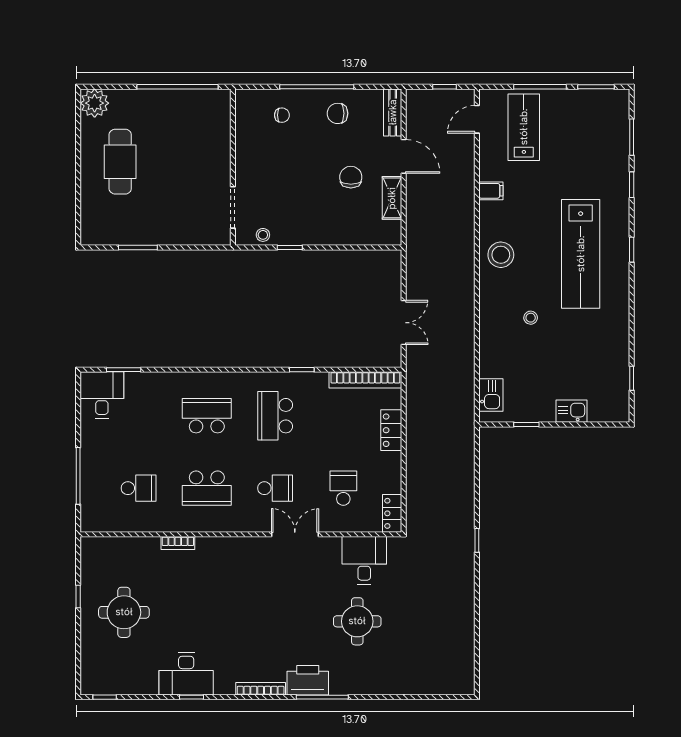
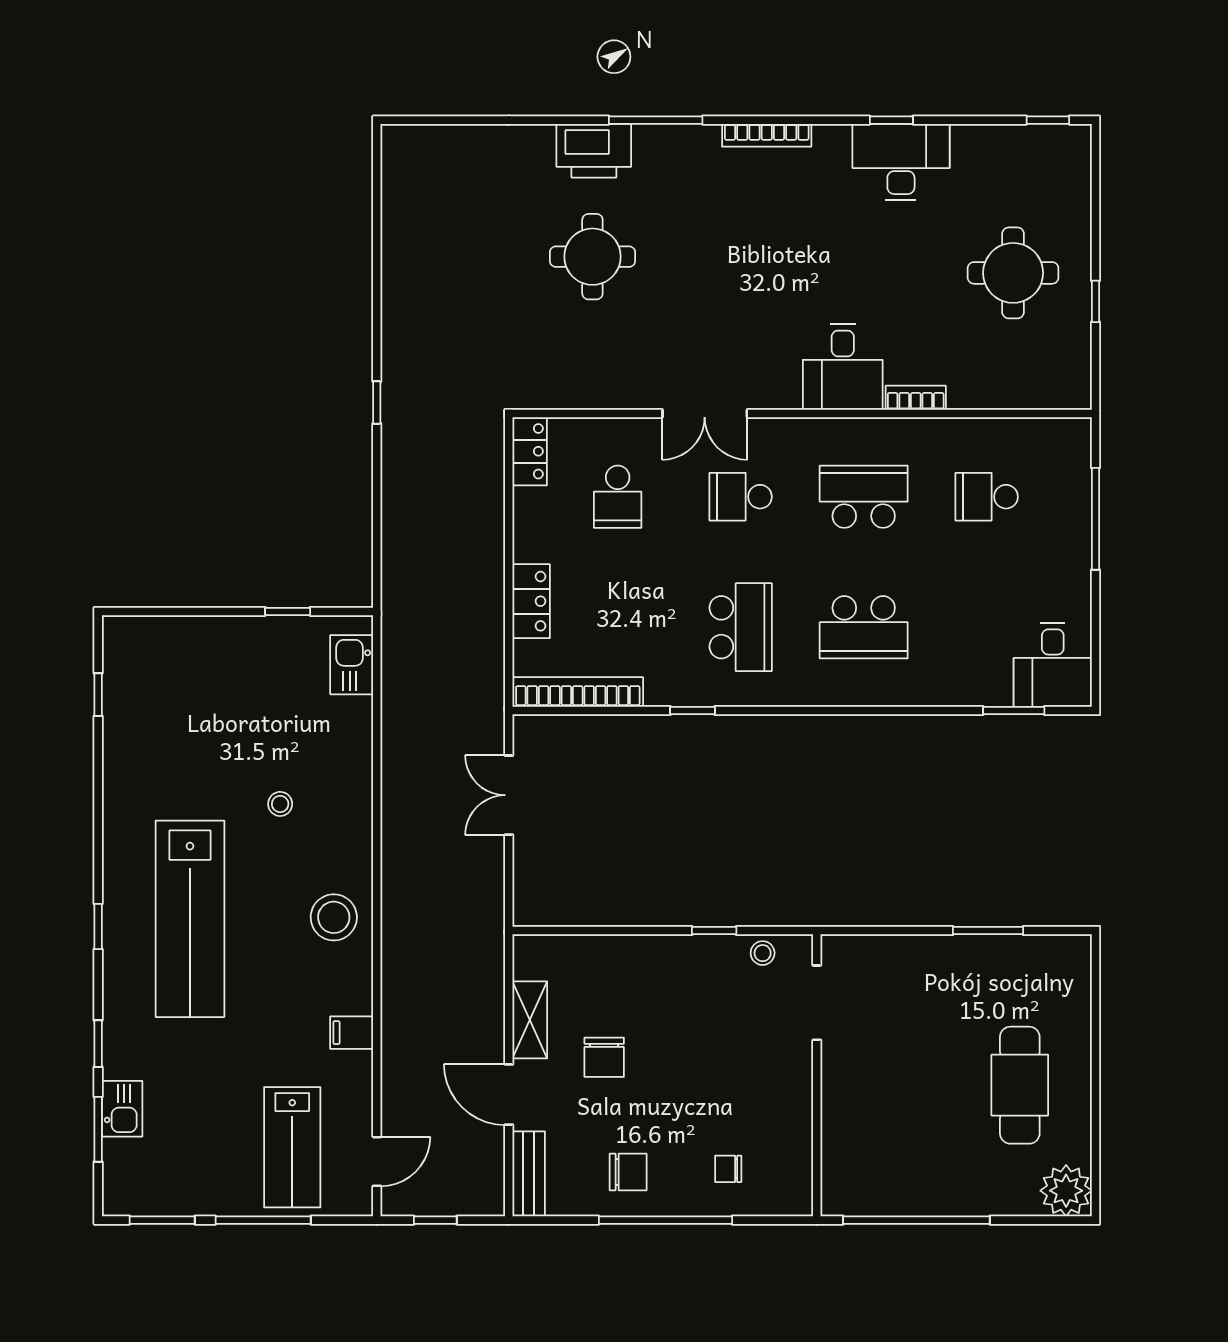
lab bench: (581, 254) -> (190, 919), turned 180
kitchen sink: (571, 411) -> (122, 1109), moved, turned -90
desk: (364, 560) -> (843, 367), moved
printer: (308, 680) -> (594, 151), moved

